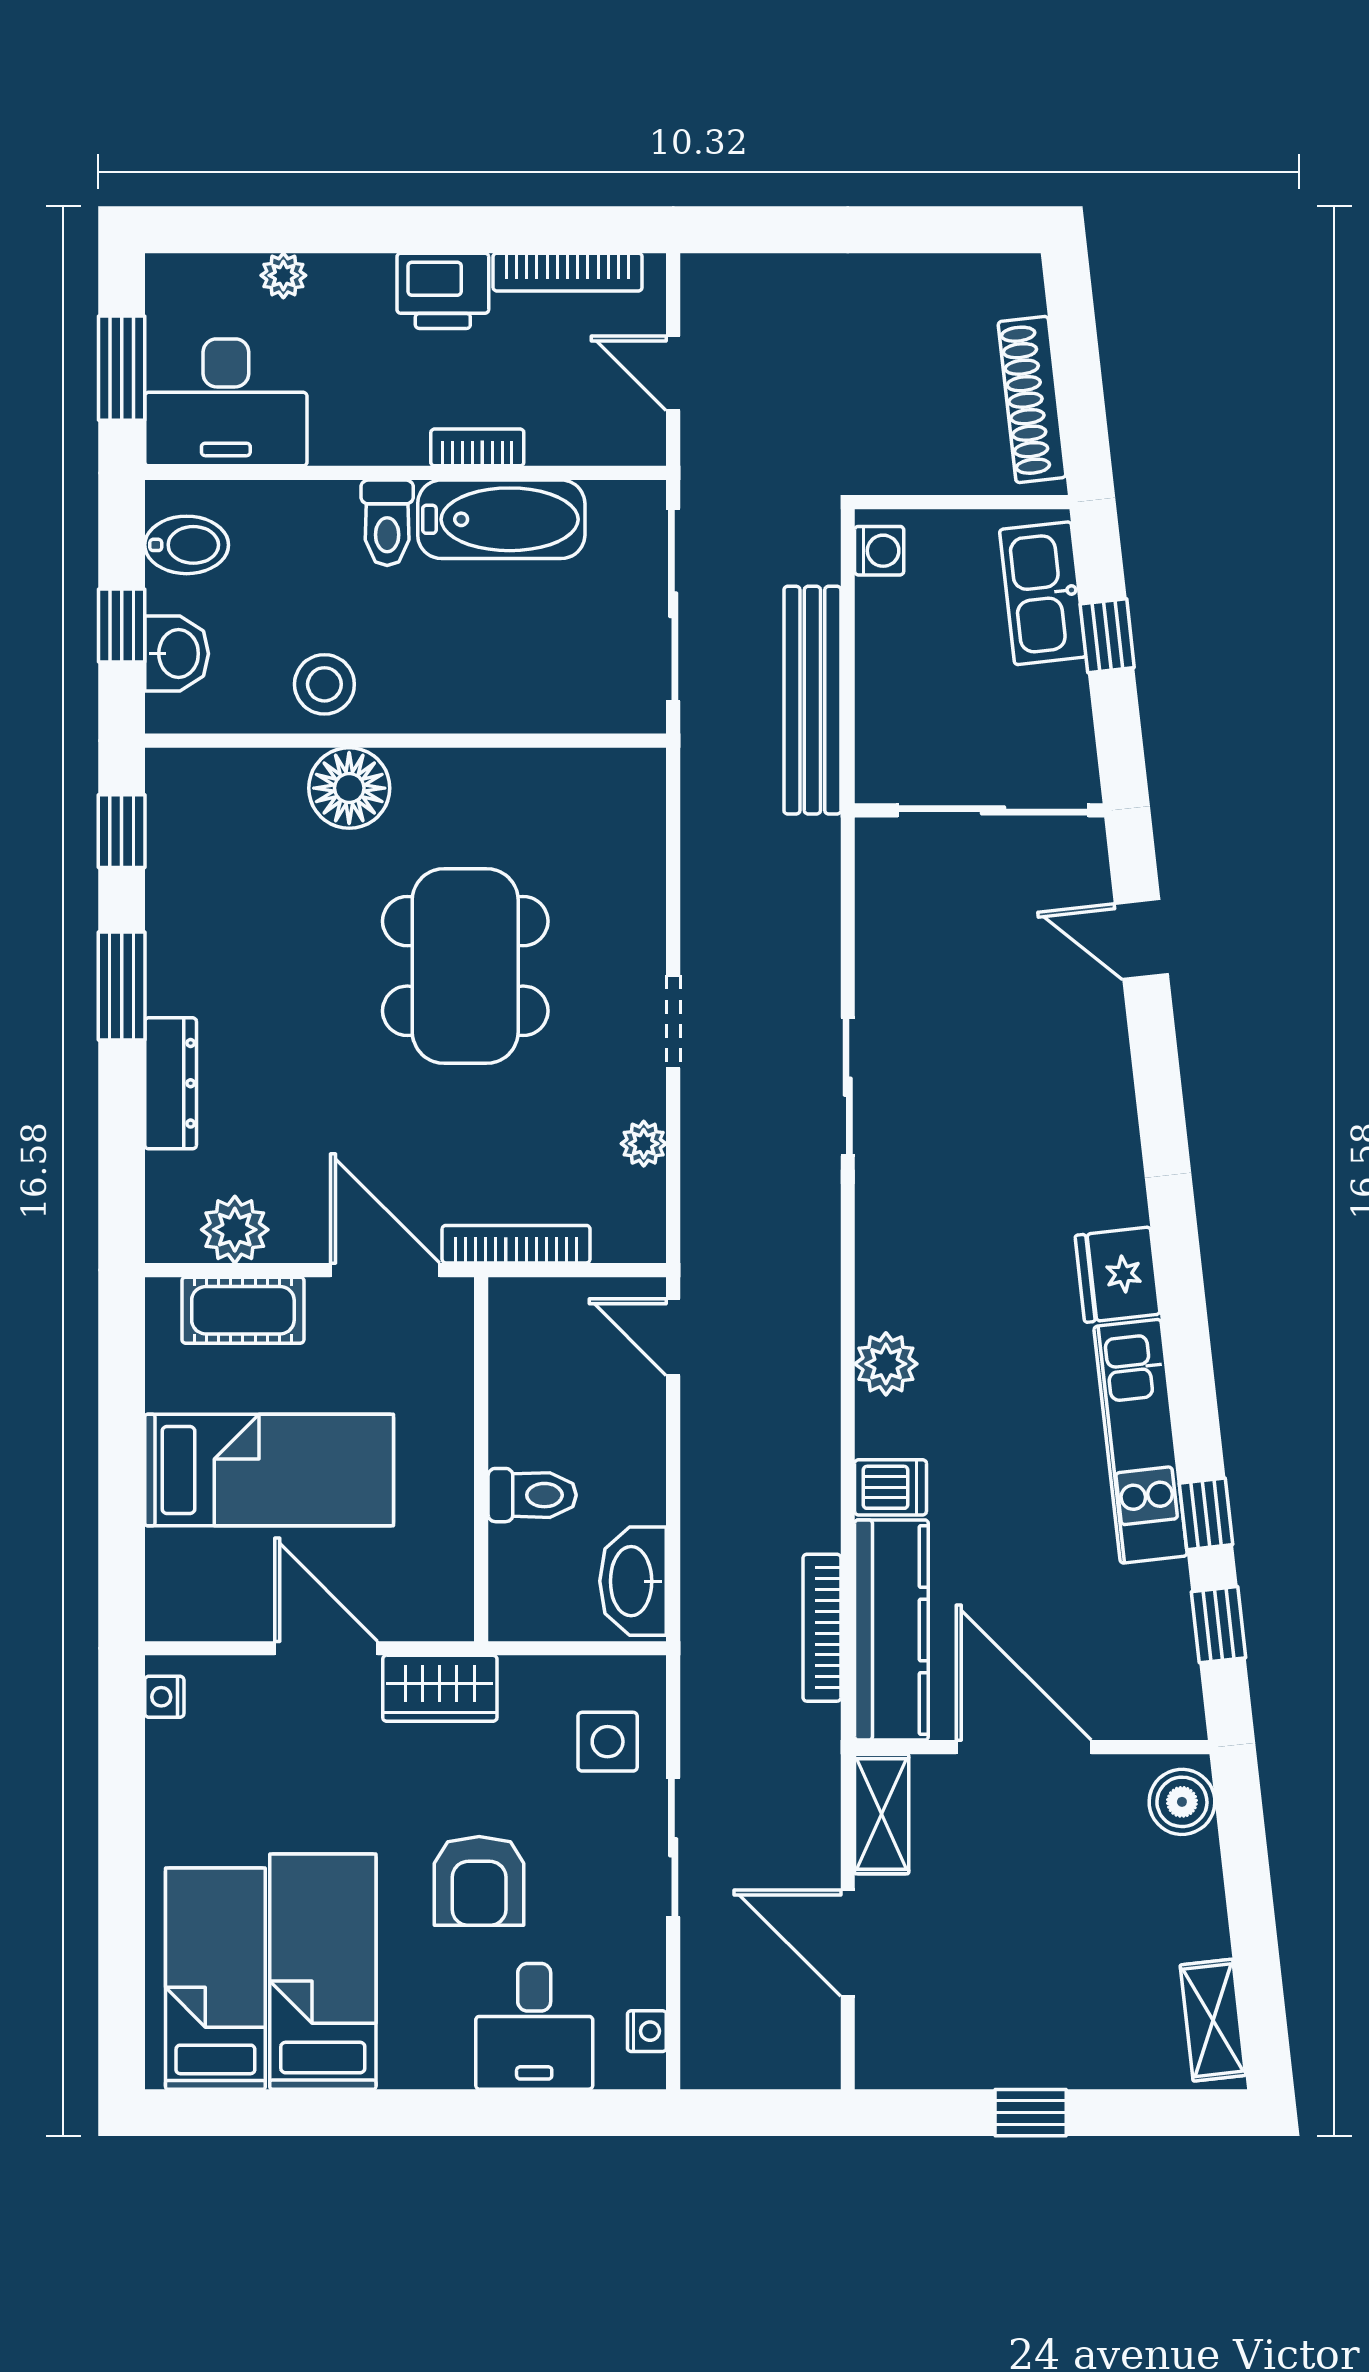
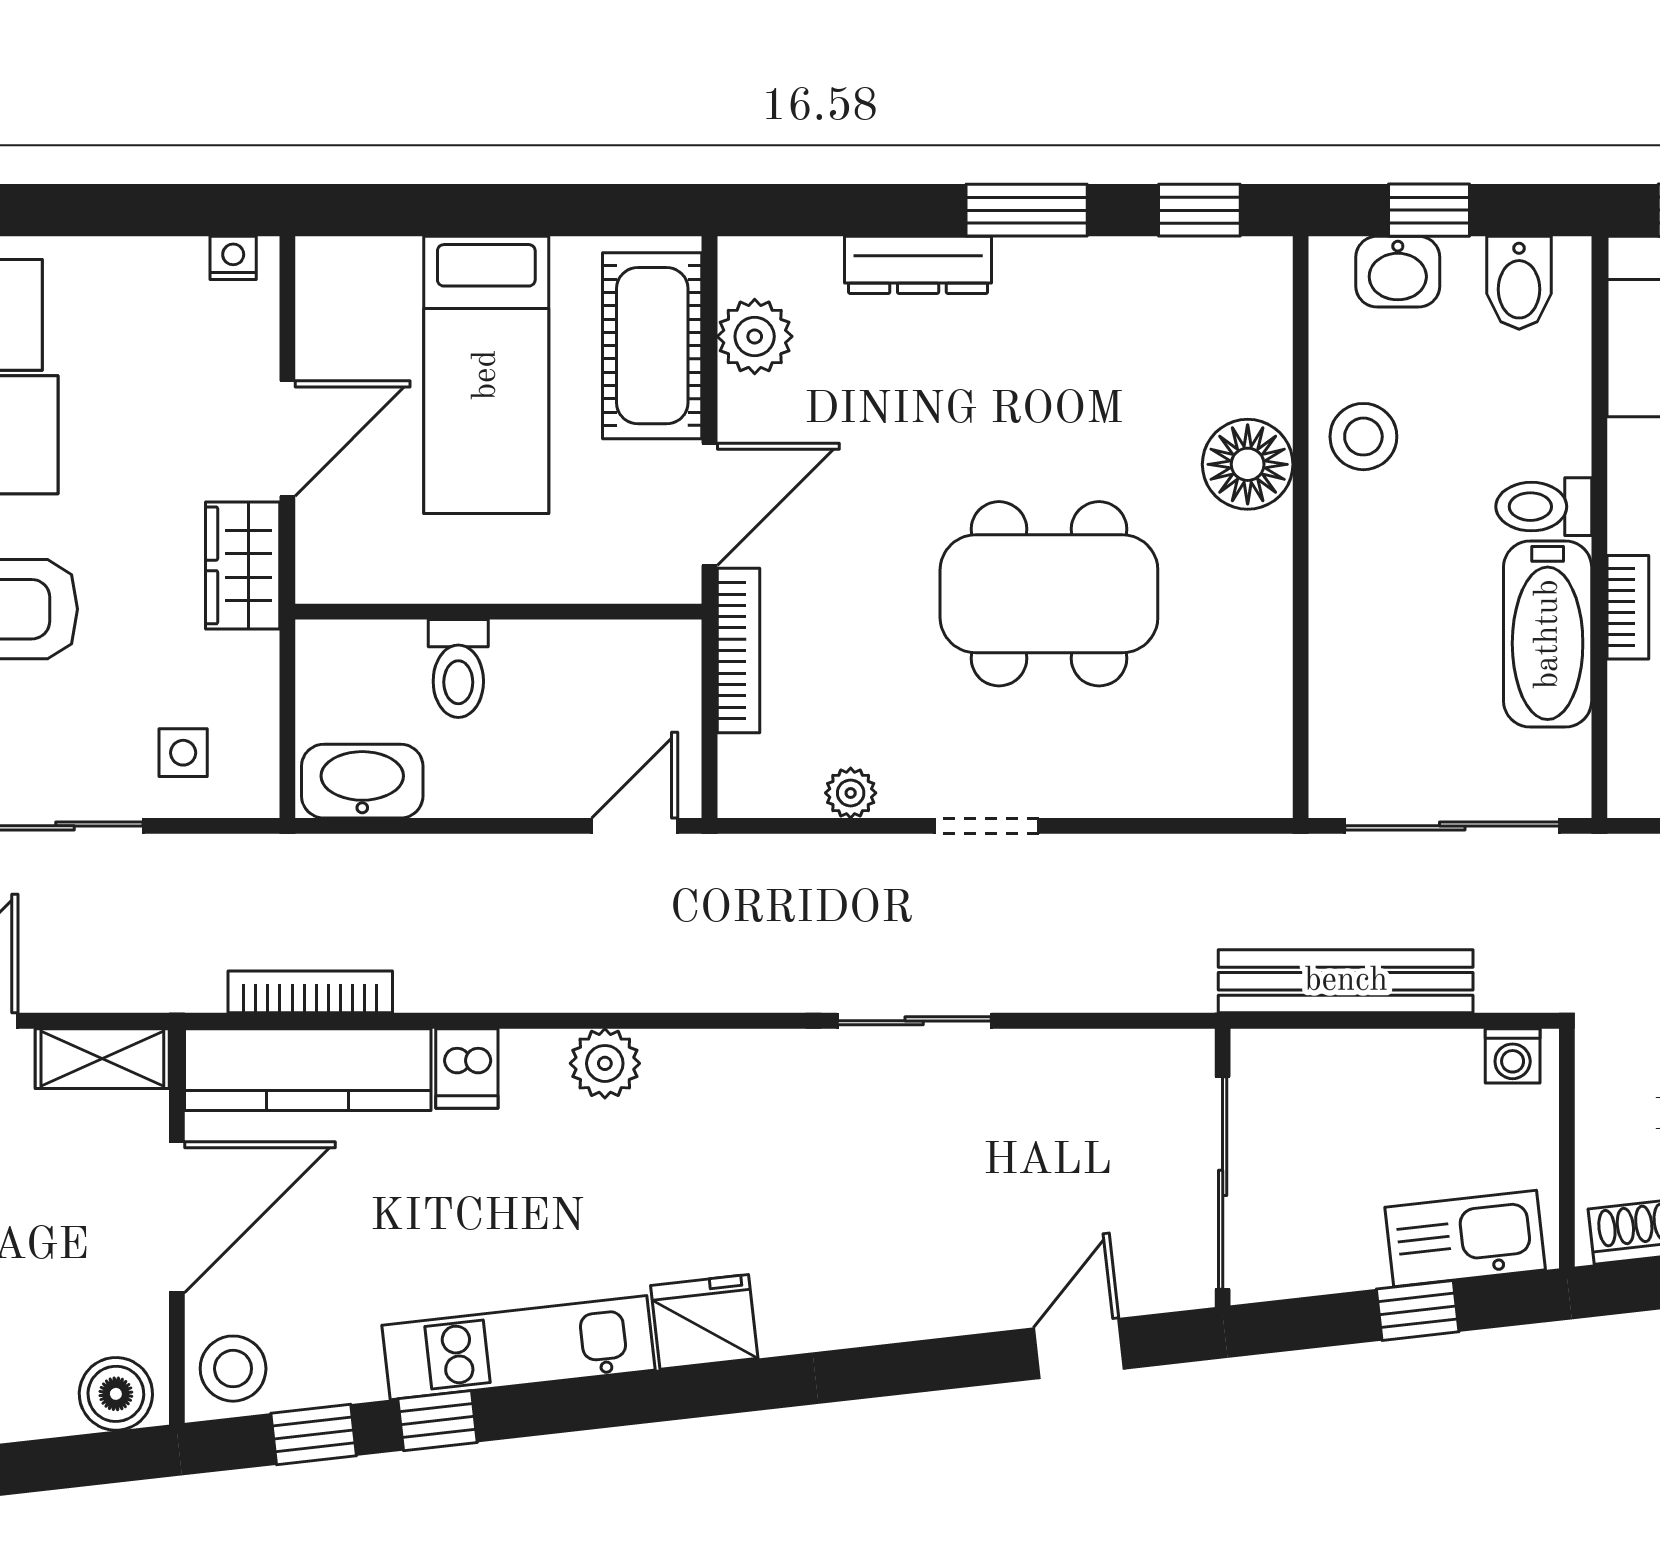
cot: (243, 1310) -> (652, 346), width x1.37, depth x1.34
stool: (1159, 1697) -> (233, 1369), added
side table: (608, 1742) -> (183, 753), width x0.73, depth x0.73

